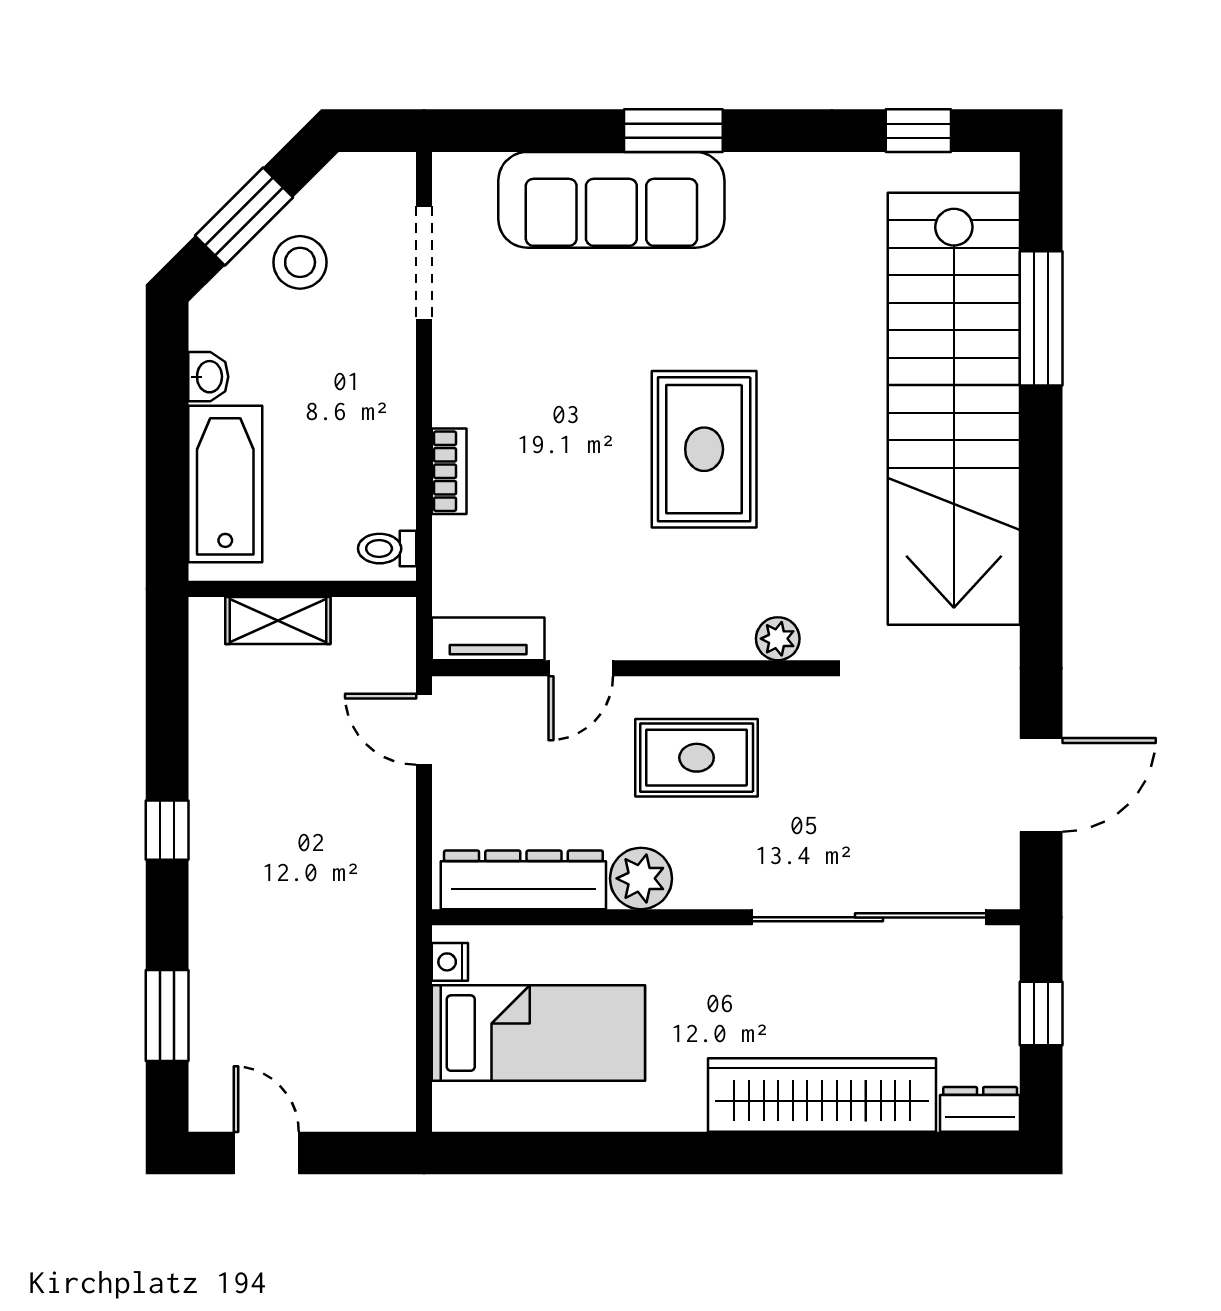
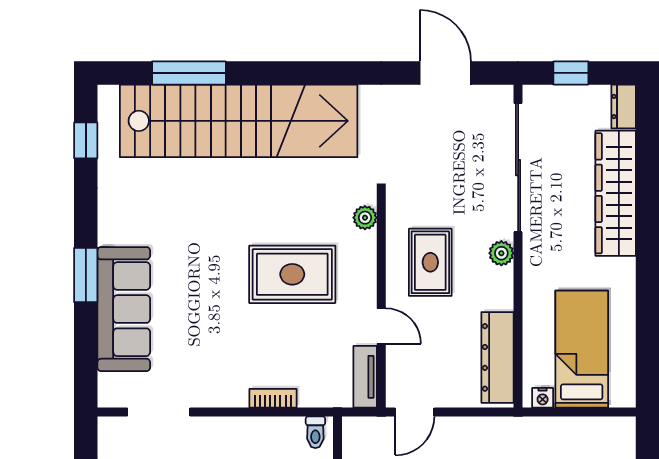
rug: (704, 449) -> (292, 274), moved
plant: (641, 878) -> (501, 253), moved, width x0.73, depth x0.73

